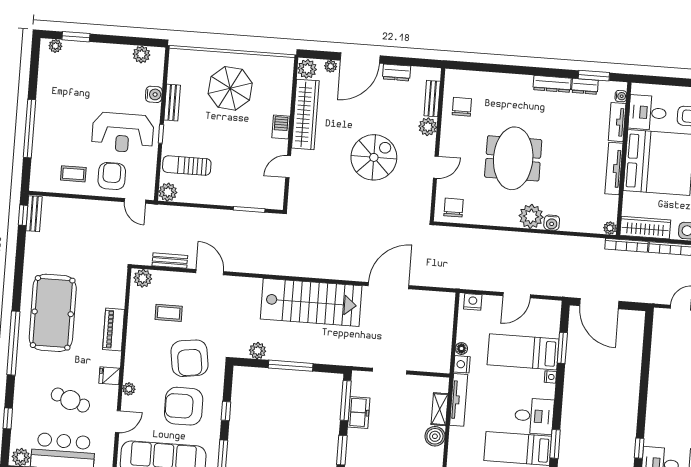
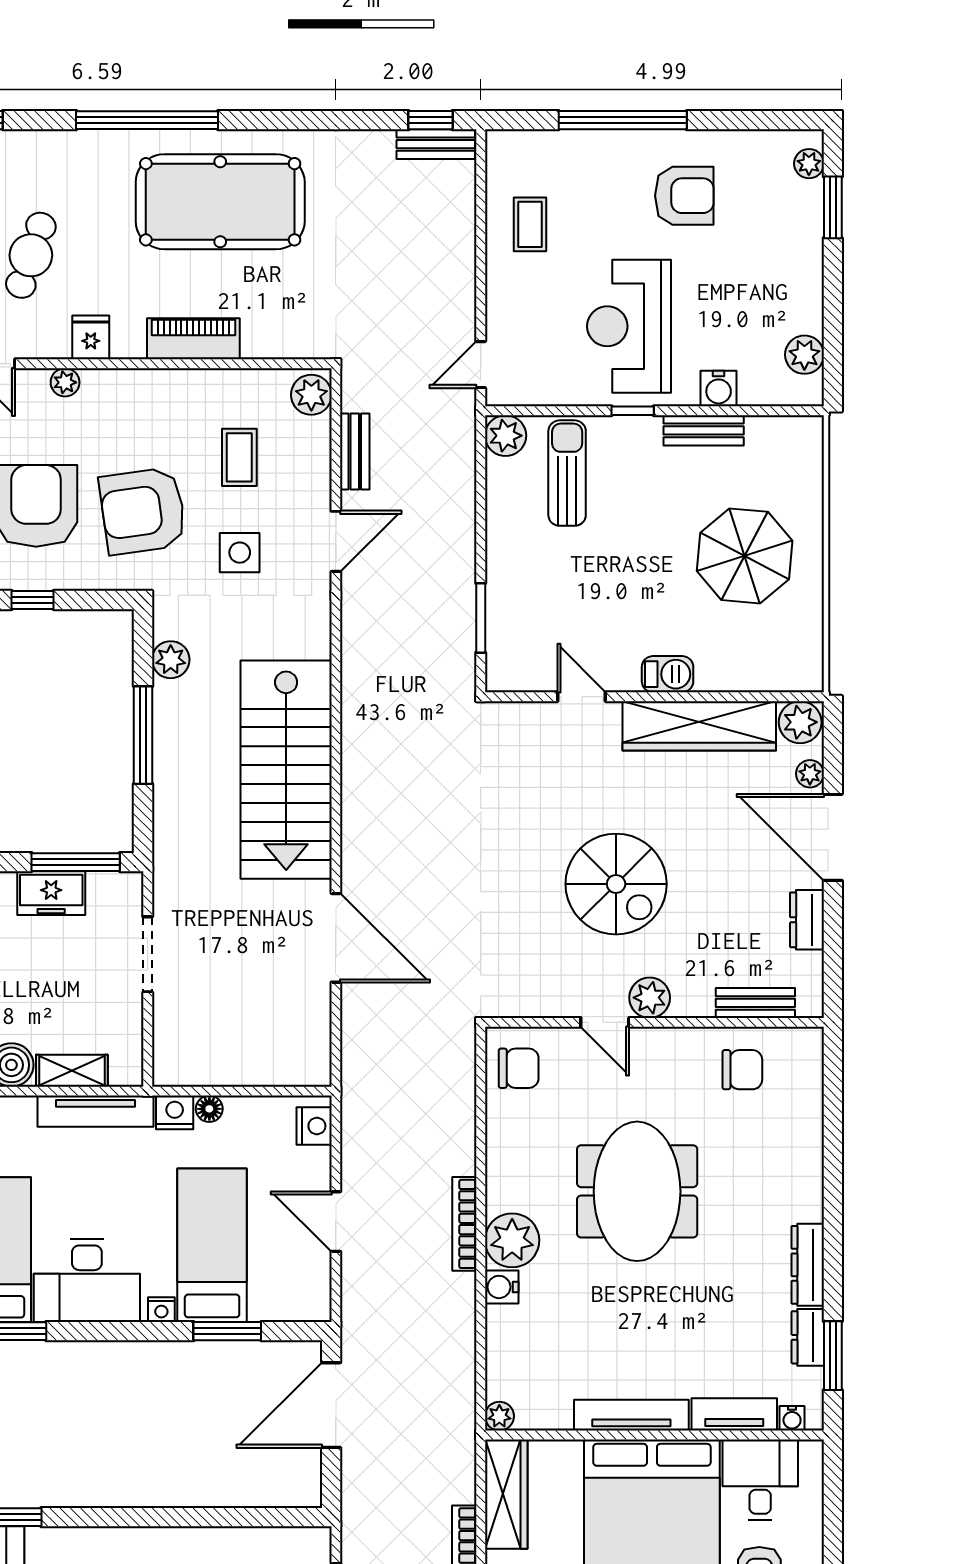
plant: (428, 127) -> (650, 998), moved
meeting table: (513, 158) -> (637, 1191), turned 90
armchair: (112, 176) -> (684, 196), moved
bookcase: (626, 245) -> (464, 1224), moved
side table: (212, 316) -> (240, 553), added
desk: (534, 416) -> (87, 1280), width x1.37

